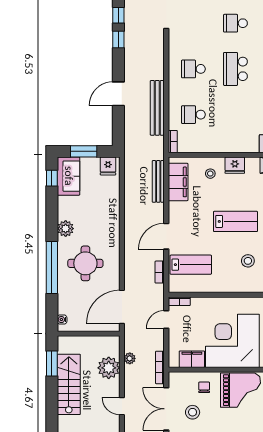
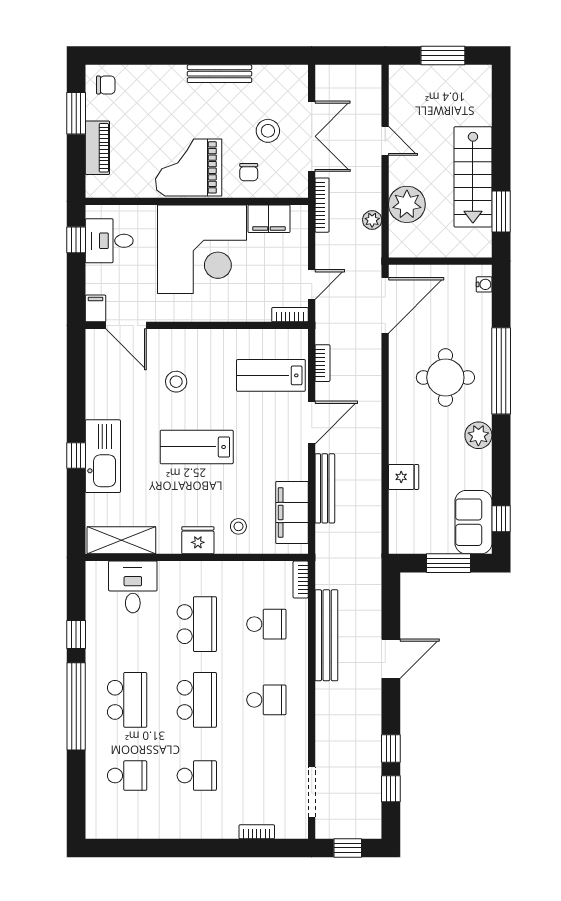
school desk: (235, 115) -> (197, 624), added
fridge: (108, 166) -> (404, 477), moved, turned 90
bench: (158, 181) -> (325, 488), moved

